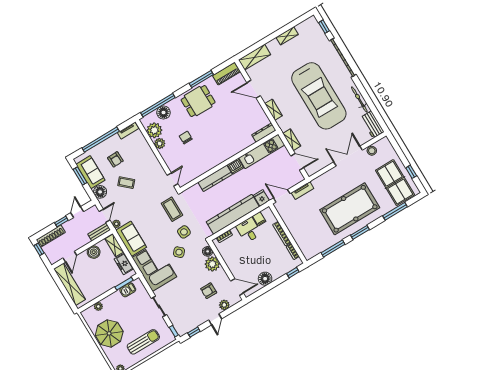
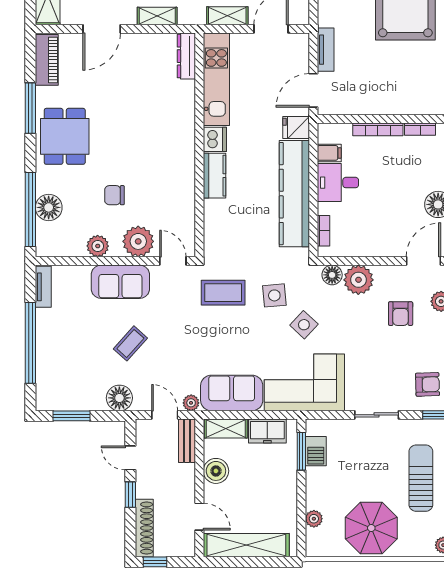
plant: (154, 130) -> (138, 241), moved
armchair: (115, 159) -> (427, 384), moved
sofa: (90, 172) -> (120, 282), moved, turned 180
kitchen counter: (215, 178) -> (215, 176), width x0.67

